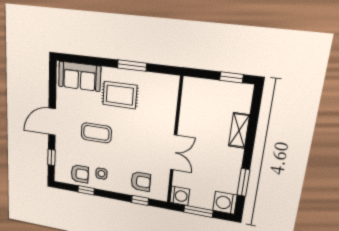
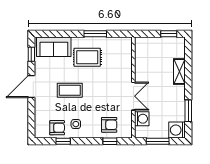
window: (51, 157) -> (31, 54), moved
washing machine: (180, 196) -> (142, 119), moved

